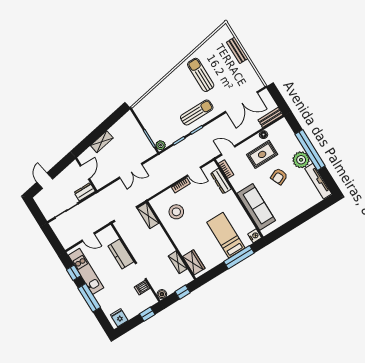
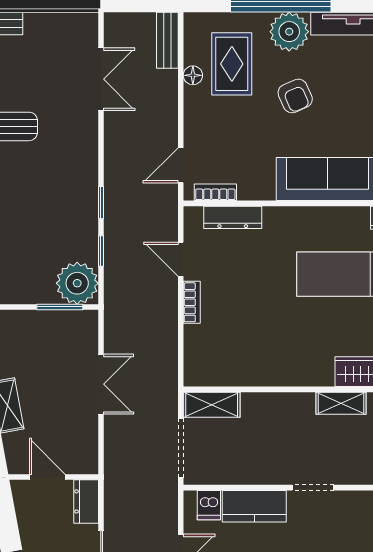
double door: (241, 102) -> (101, 79), width x0.73
sun lounger: (197, 112) -> (66, 181), removed
plant: (161, 145) -> (77, 283), width x1.87, depth x1.87
rug: (262, 154) -> (232, 64), moved
door: (194, 172) -> (181, 259), swing flipped
stool: (176, 212) -> (239, 344), removed
dishwasher: (142, 288) -> (209, 505), moved

